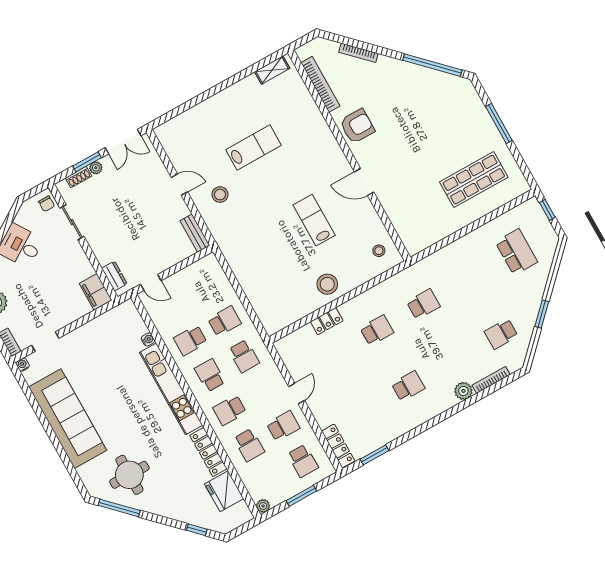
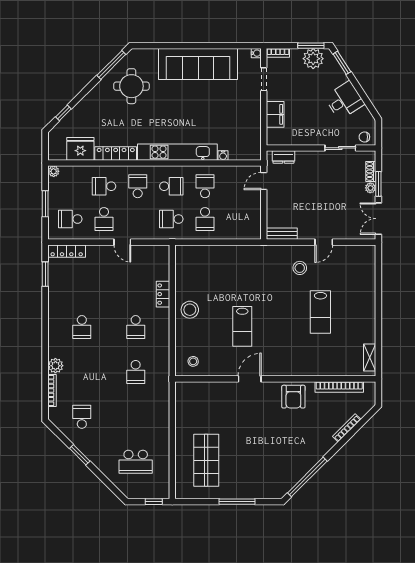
lab bench: (314, 220) -> (242, 326), turned 90
filing cabinet: (96, 292) -> (275, 114), moved, turned 90

